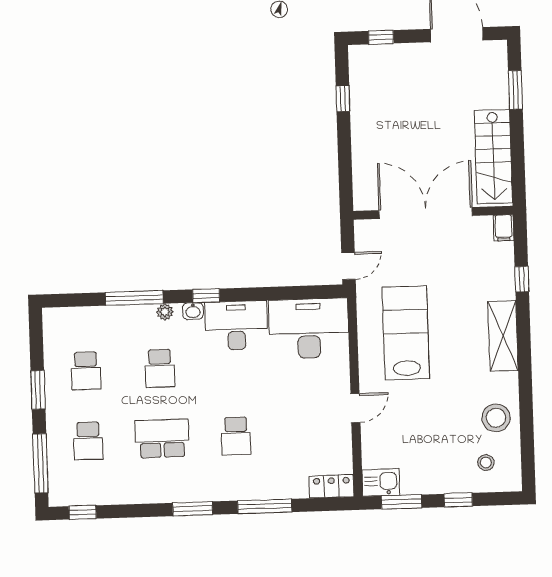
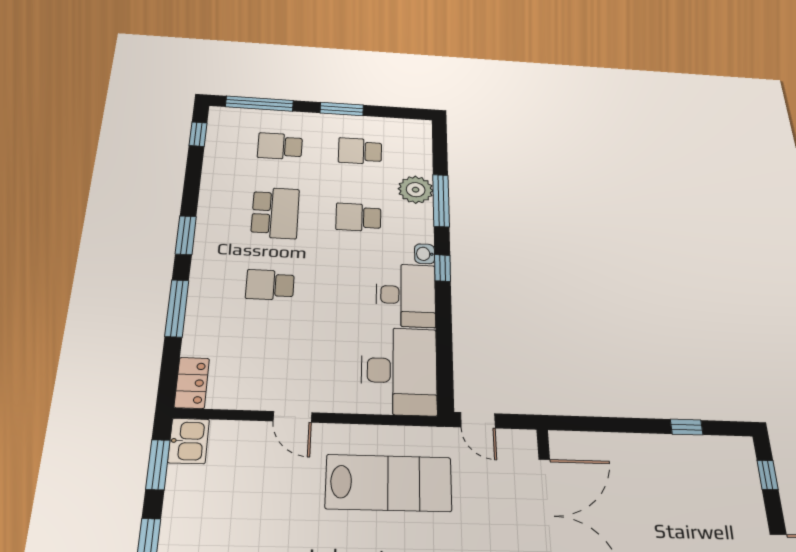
plant: (165, 312) -> (416, 190), moved, width x1.88, depth x1.88

